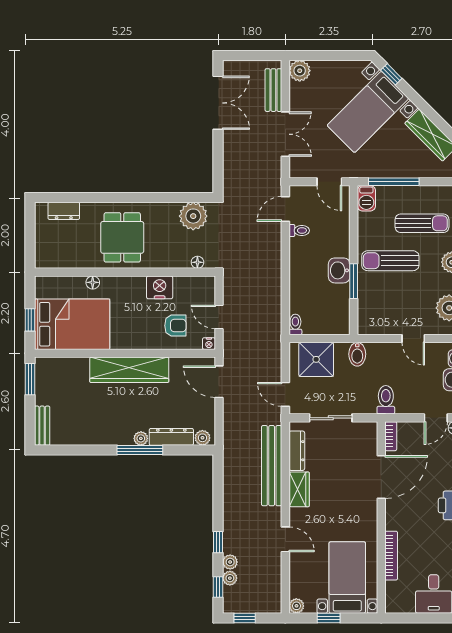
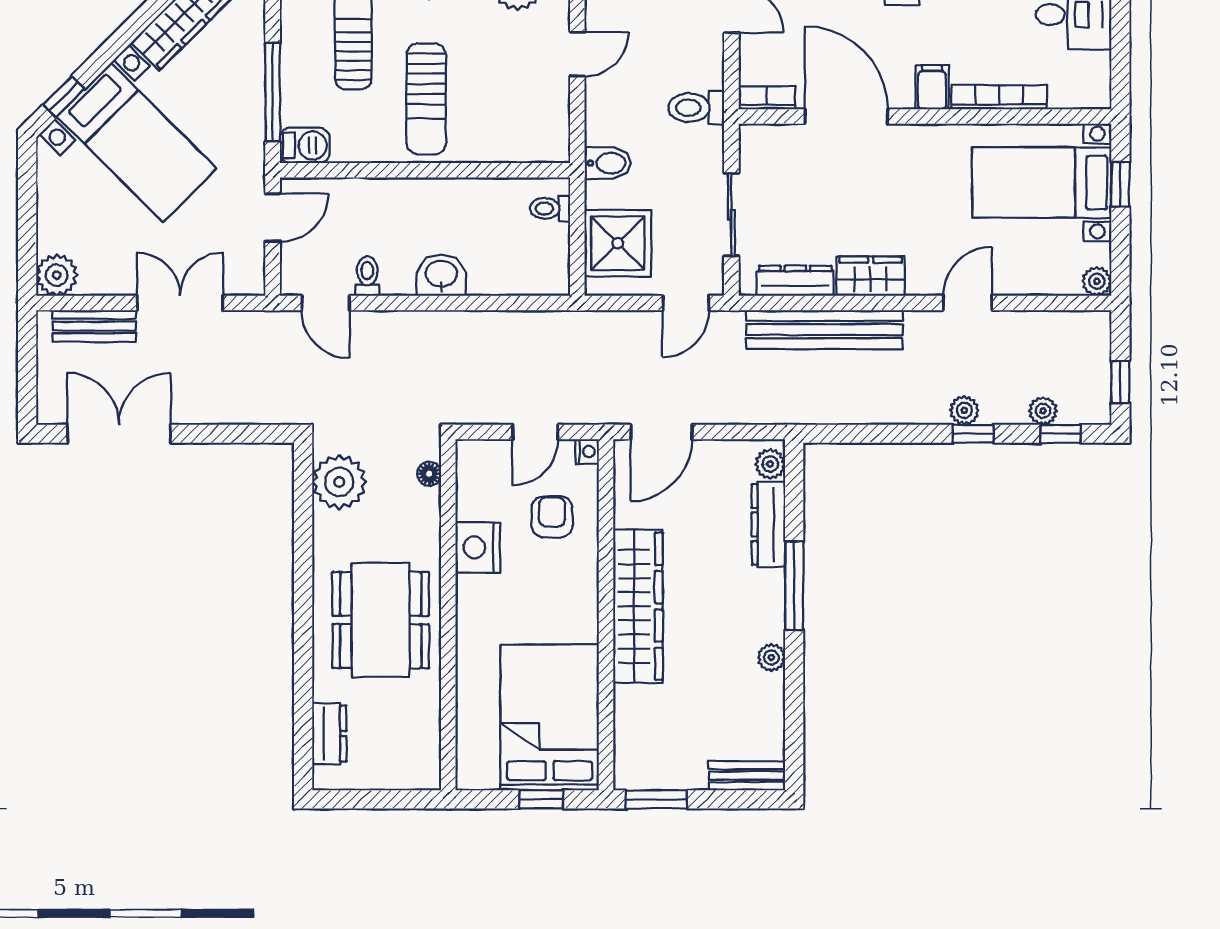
dining table: (122, 237) -> (381, 620), width x1.37
washbasin: (339, 270) -> (441, 275), moved, turned 180
window: (354, 281) -> (466, 170), removed
floor lamp: (93, 282) -> (468, 677), removed
toilet: (295, 324) -> (550, 209), moved
plant: (141, 438) -> (771, 657), moved
filing cabinet: (396, 521) -> (932, 87), added
plant: (230, 562) -> (964, 410), moved
window: (329, 618) -> (1120, 184), moved

